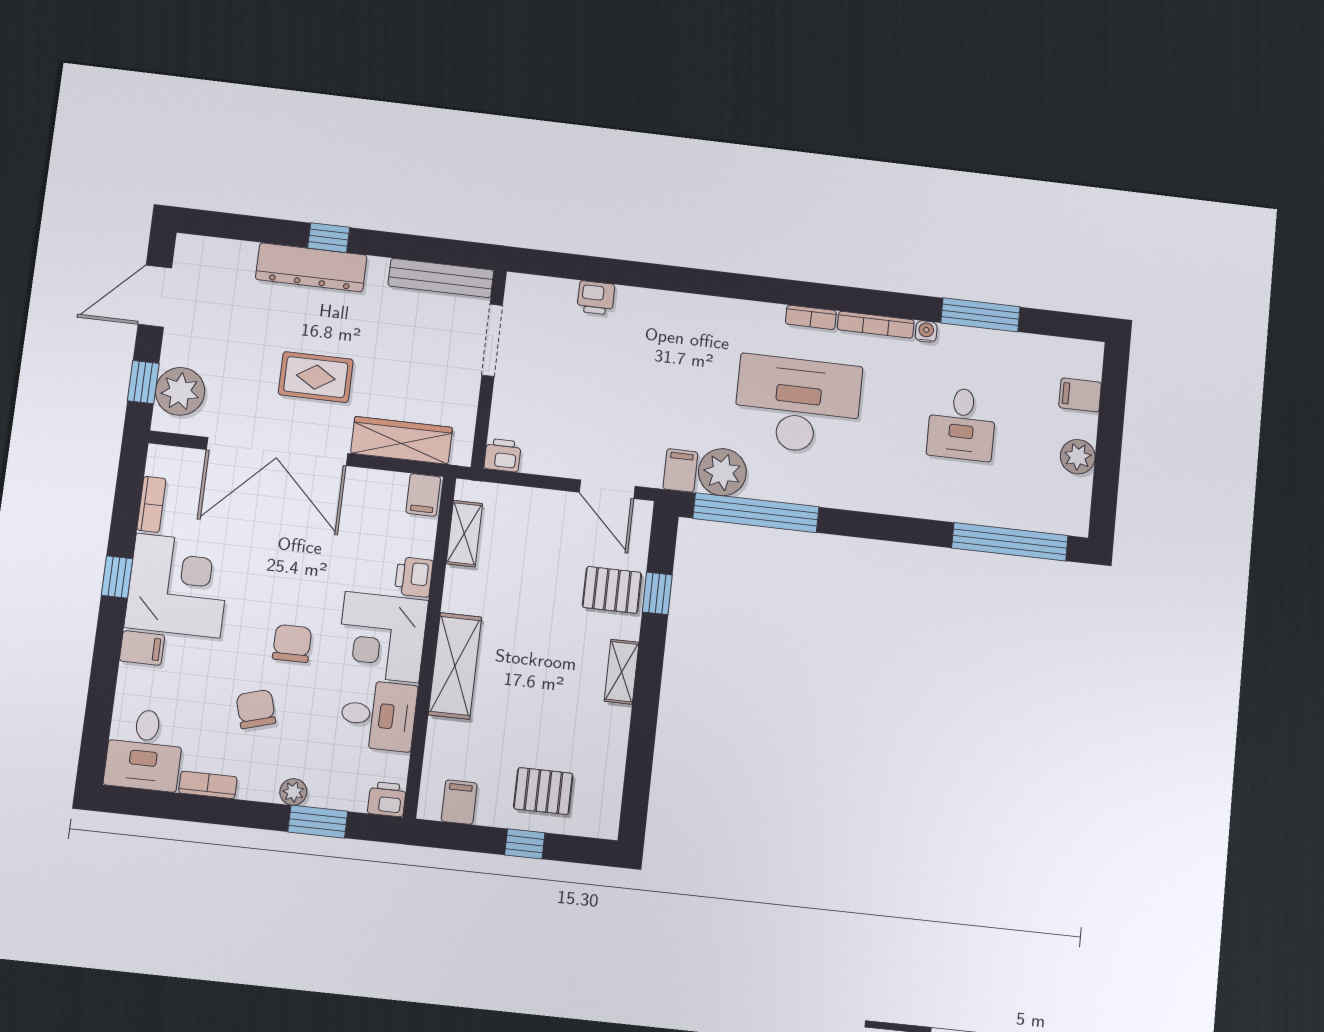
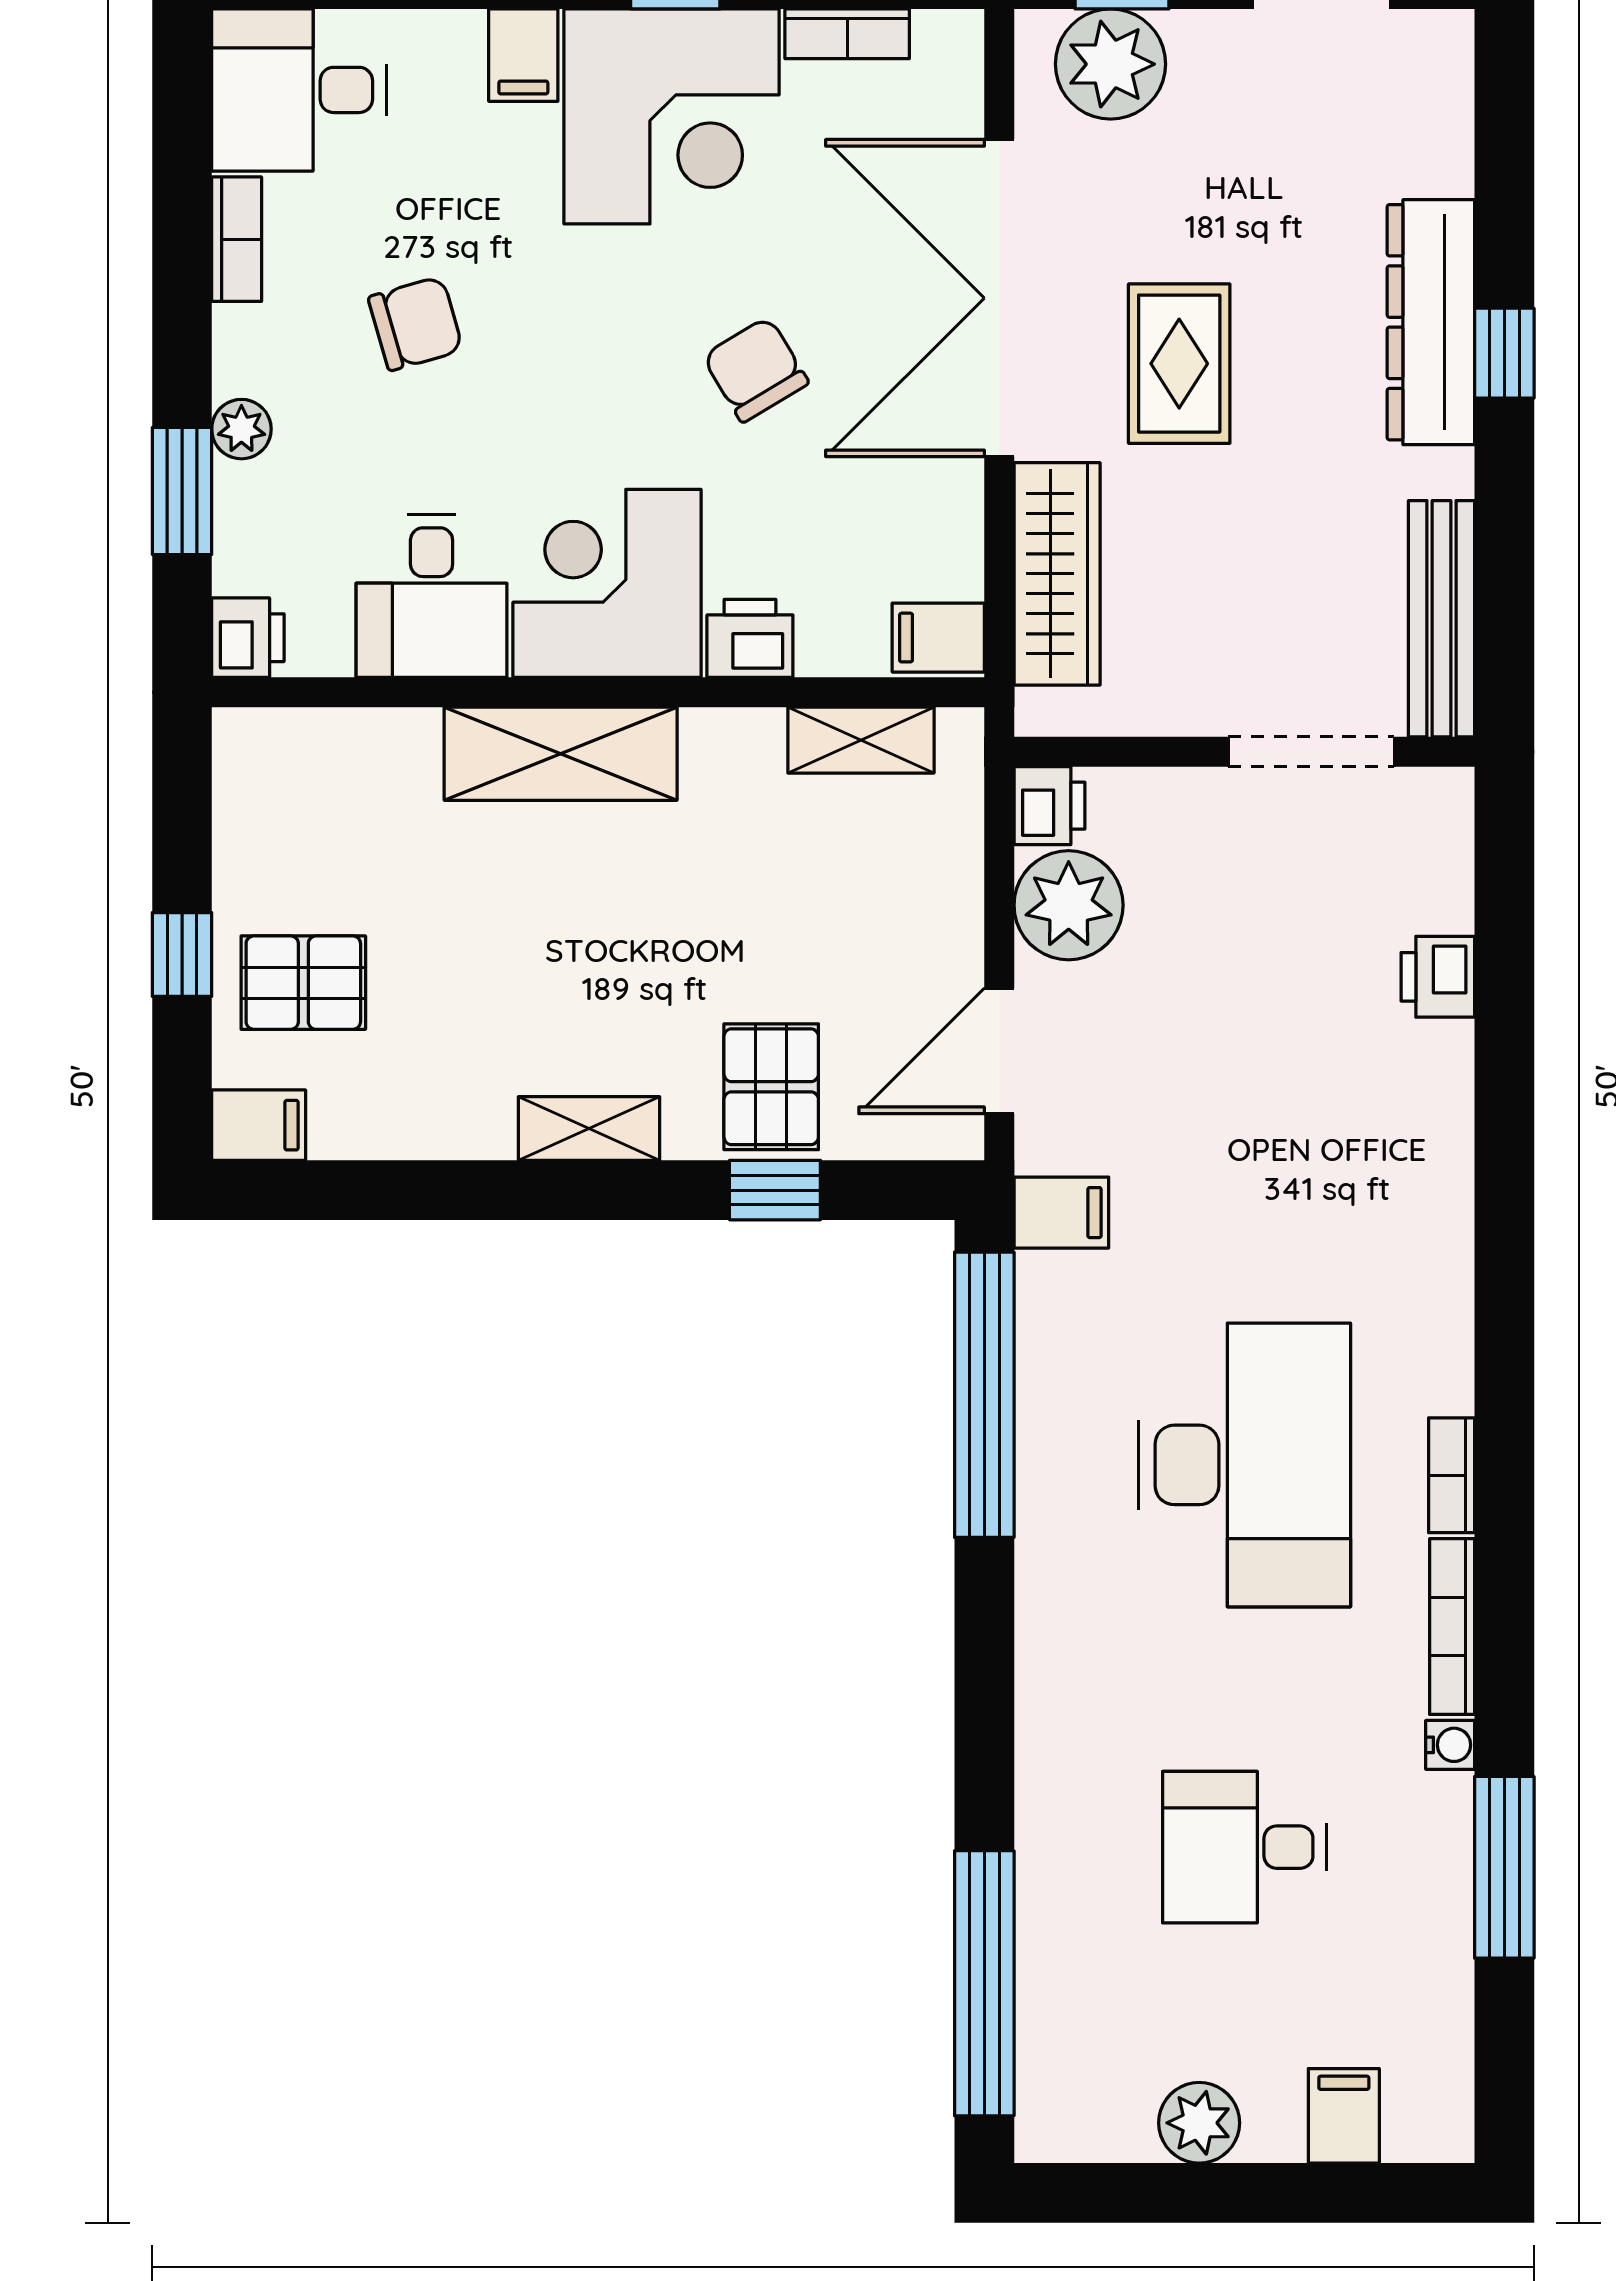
plant: (722, 472) -> (1069, 905), moved
chair: (292, 643) -> (755, 369), moved, turned -121
pallet: (543, 791) -> (303, 983), turned 90
filing cabinet: (459, 802) -> (259, 1125), moved

